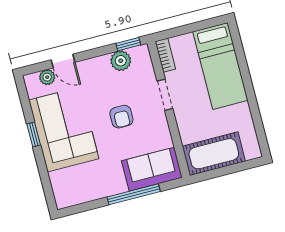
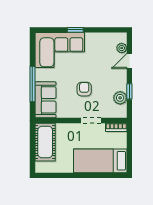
window: (128, 44) -> (129, 91), moved
armchair: (121, 117) -> (84, 89), turned 90
corner sofa: (64, 129) -> (60, 50), moved
window: (34, 134) -> (75, 30), moved

